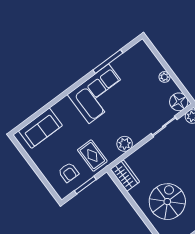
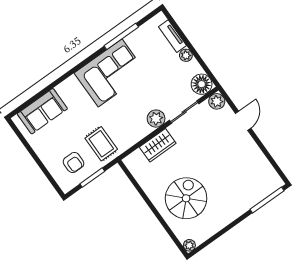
tv unit: (152, 60) -> (172, 36), added
plant: (125, 144) -> (156, 119), moved
wardrobe: (125, 176) -> (158, 145), moved, turned 90

